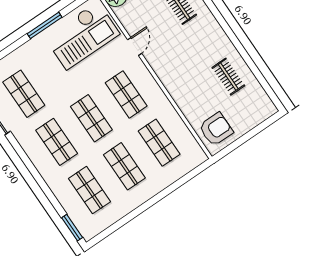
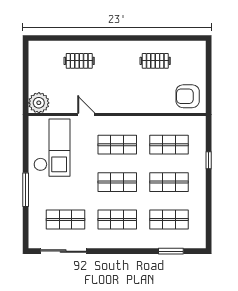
window: (45, 25) -> (26, 190), moved
armchair: (216, 129) -> (188, 96), turned -90
window: (170, 189) -> (209, 160), added
window: (72, 228) -> (171, 251), moved

